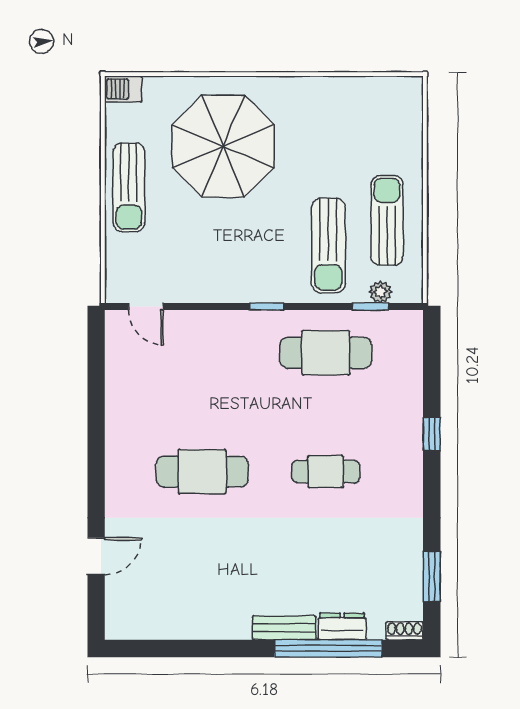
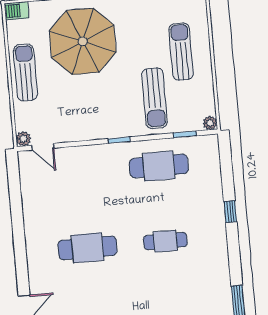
sun lounger: (129, 187) -> (25, 72), turned 180
sun lounger: (387, 220) -> (181, 52), moved
plant: (116, 291) -> (23, 139), added
plant: (380, 292) -> (210, 123), moved

